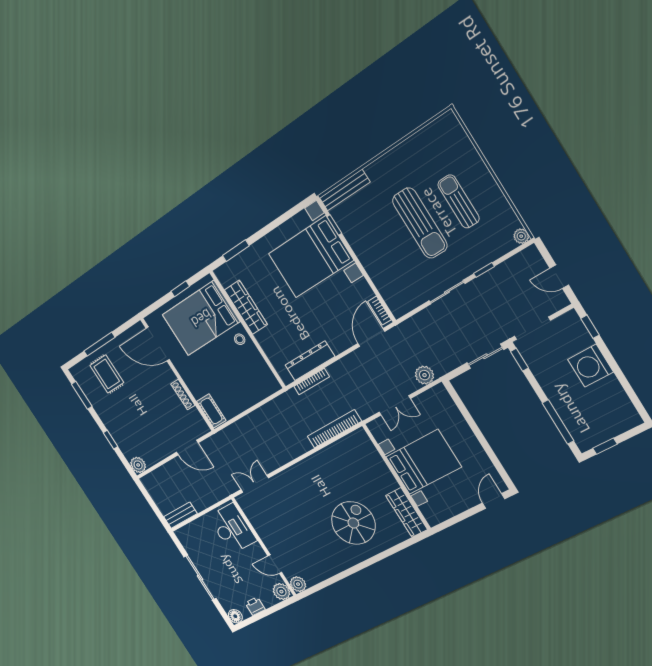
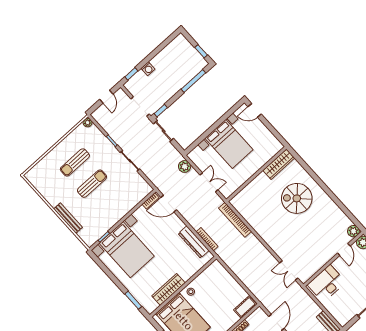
bench: (345, 190) -> (68, 218), moved
sun lounger: (420, 223) -> (92, 184), width x0.73, depth x0.75
washing machine: (590, 366) -> (148, 69), width x0.53, depth x0.53
bed with nightstands: (423, 462) -> (229, 144), moved, turned 180

